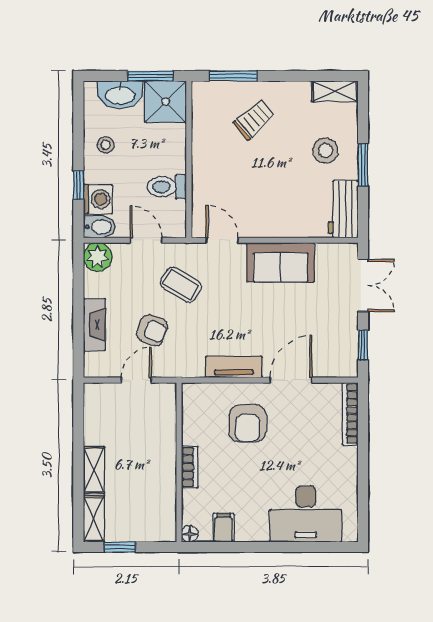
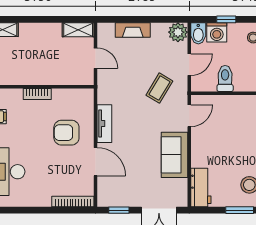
workbench: (343, 209) -> (201, 188), moved, turned 90
armchair: (152, 330) -> (129, 69), removed
shelving: (94, 470) -> (78, 30), moved

